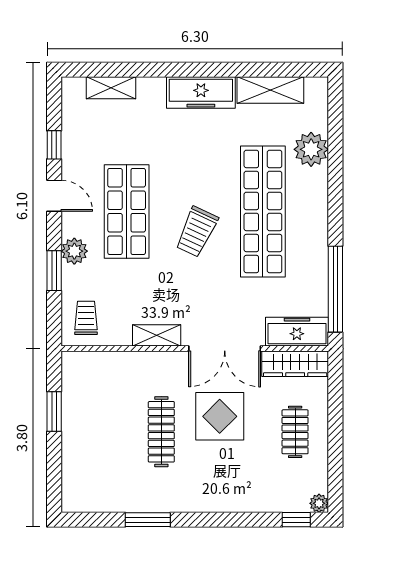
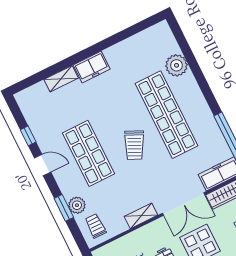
shelving: (111, 88) -> (61, 79), moved
shelving: (270, 90) -> (136, 43), removed
freezer: (201, 93) -> (92, 67), width x0.71
plant: (74, 251) -> (77, 205), moved

